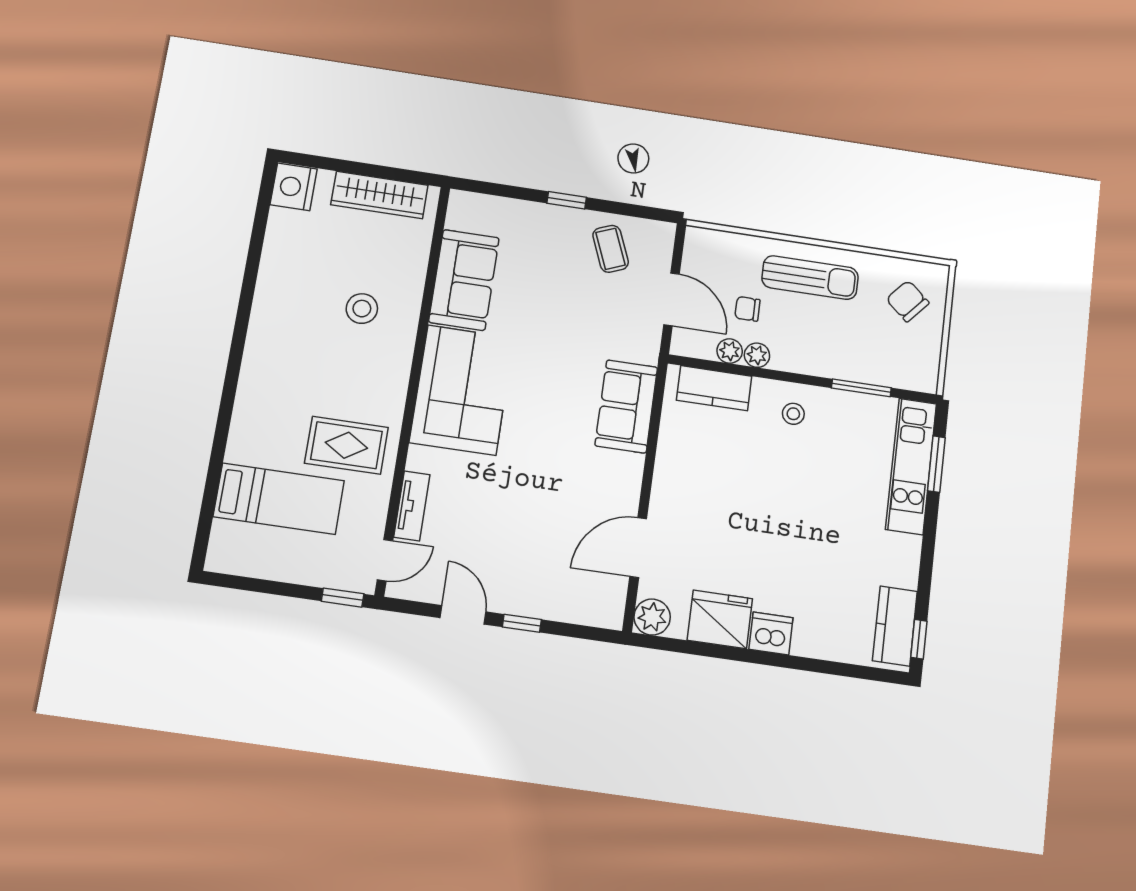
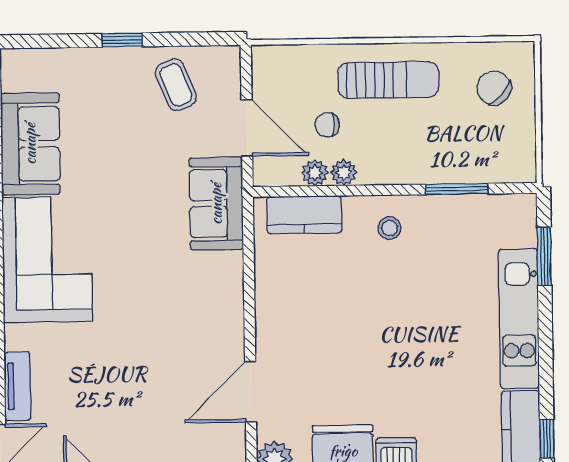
sofa: (626, 406) -> (216, 204), moved
kitchen unit: (911, 466) -> (519, 319), moved

